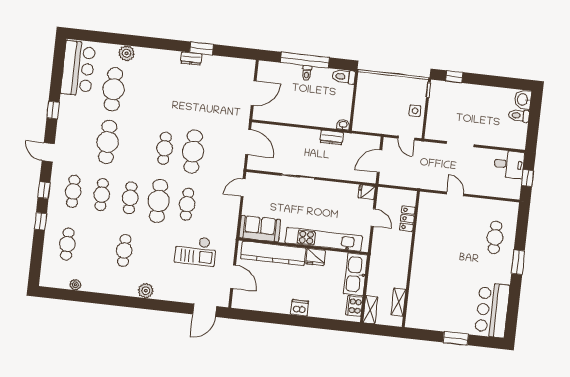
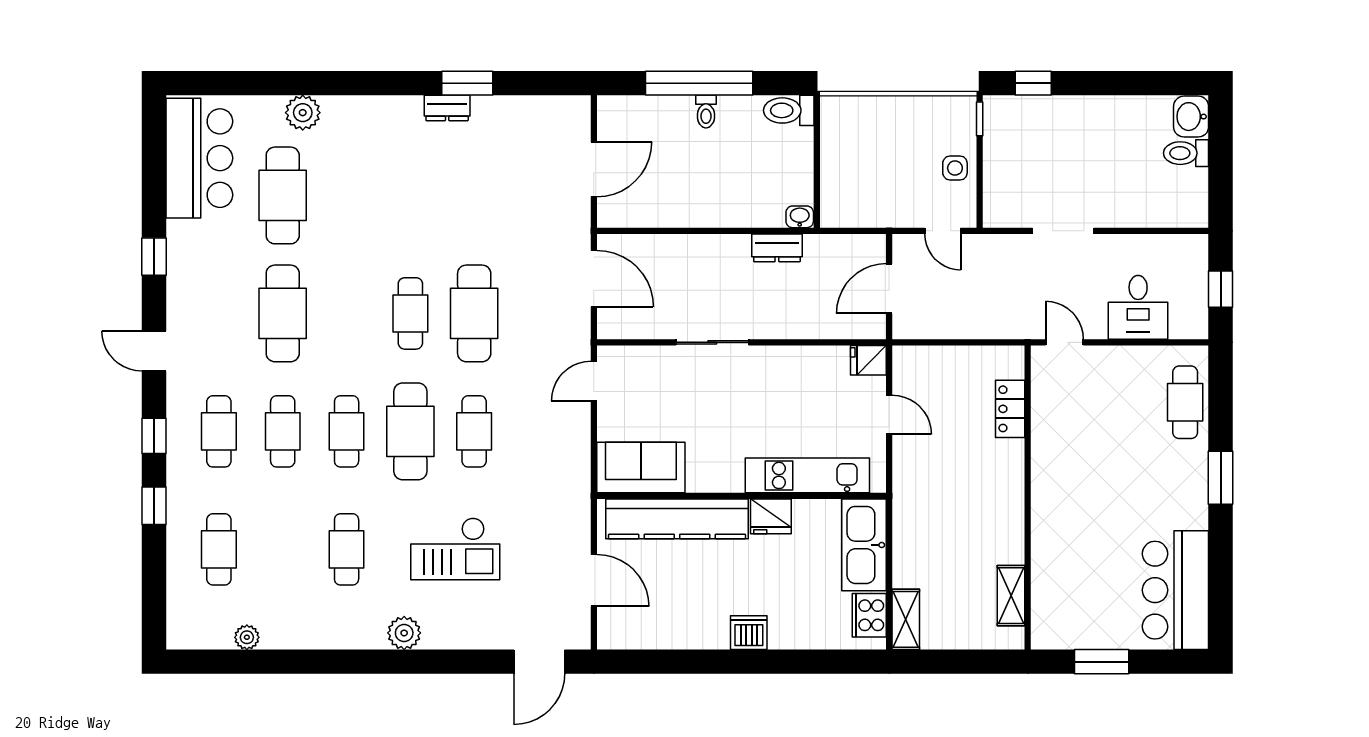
desk: (509, 164) -> (1138, 307), moved, turned 90
locker: (407, 219) -> (1010, 409), moved
cafe table: (495, 237) -> (1185, 402), moved
kitchen unit: (324, 239) -> (807, 475), width x0.73
checkout: (196, 251) -> (455, 549), moved
wall: (411, 259) -> (1028, 497), moved
shelving: (398, 302) -> (1011, 596), moved

